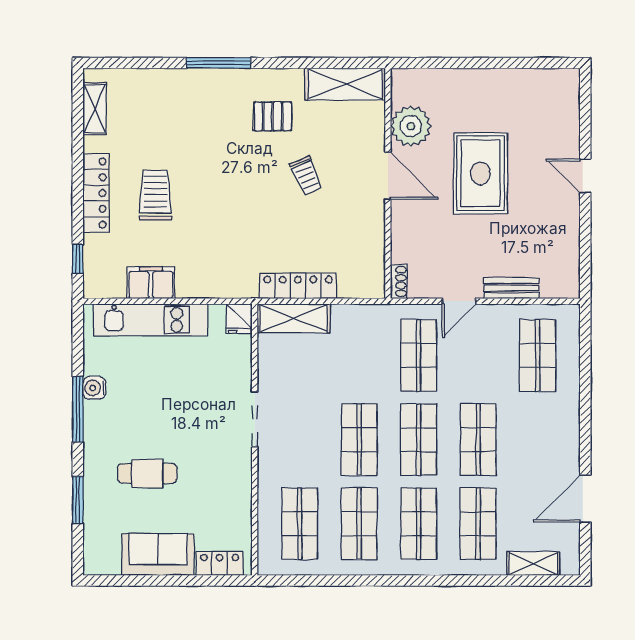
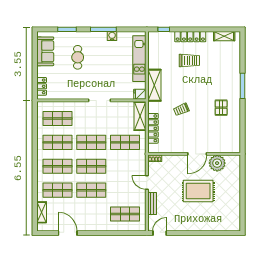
shelving: (345, 84) -> (154, 85), moved
trolley: (306, 176) -> (181, 109), moved
door: (585, 176) -> (160, 233), moved
filing cabinet: (151, 283) -> (154, 59), removed
locker: (298, 286) -> (153, 128), moved
shop shelf: (419, 355) -> (125, 142), moved
sofa: (158, 555) -> (45, 51), moved

